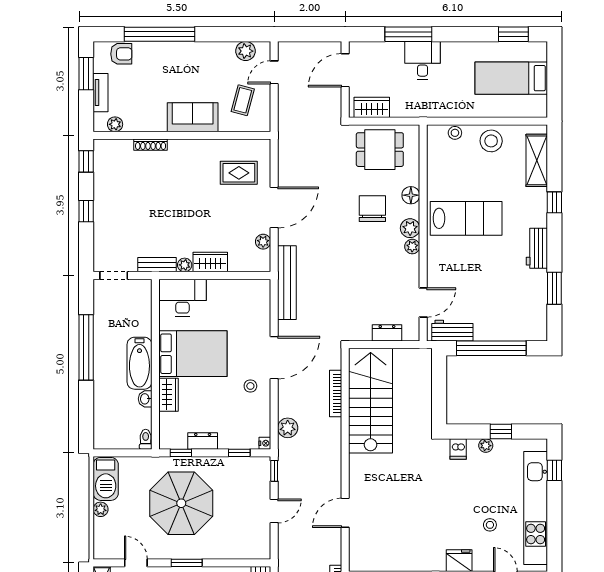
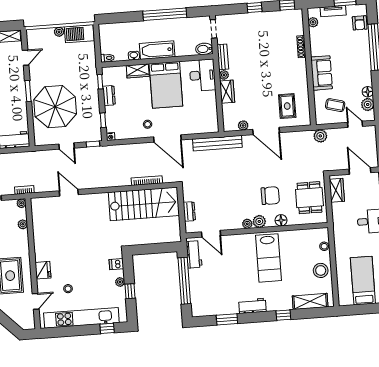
floor lamp: (226, 50) -> (368, 92), added
bidet: (143, 292) -> (204, 49), added
plant: (288, 428) -> (320, 136), moved
parasol: (181, 503) -> (55, 107), moved

